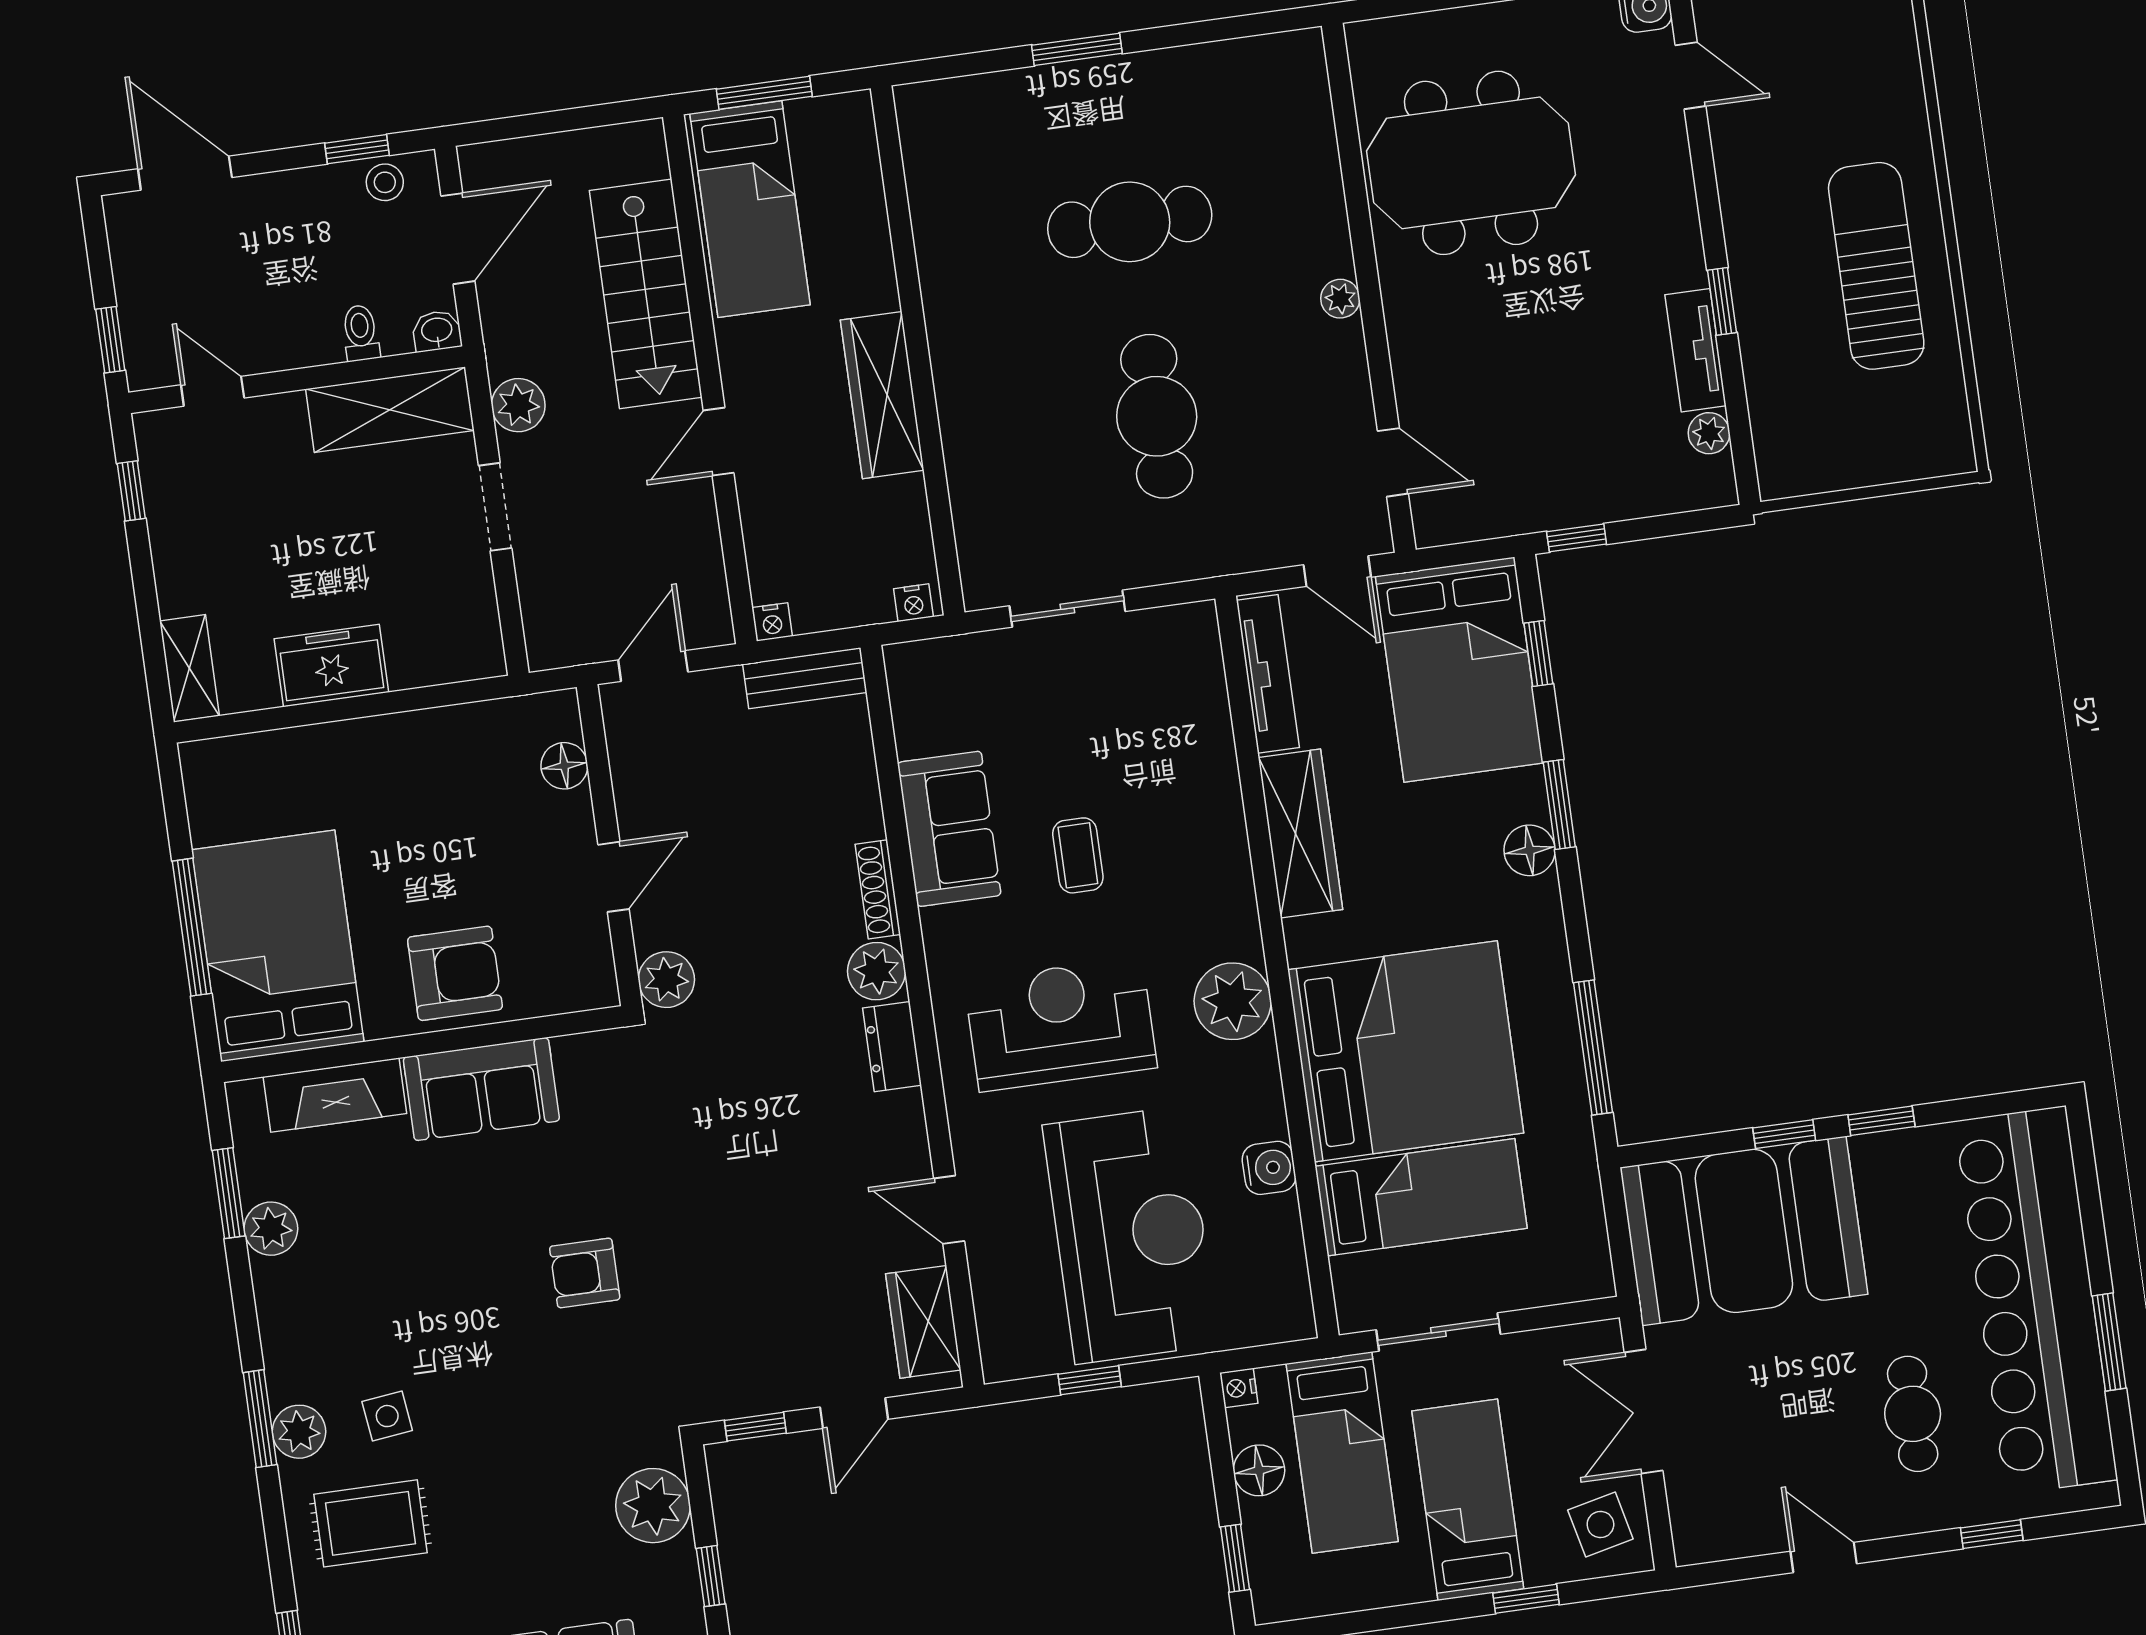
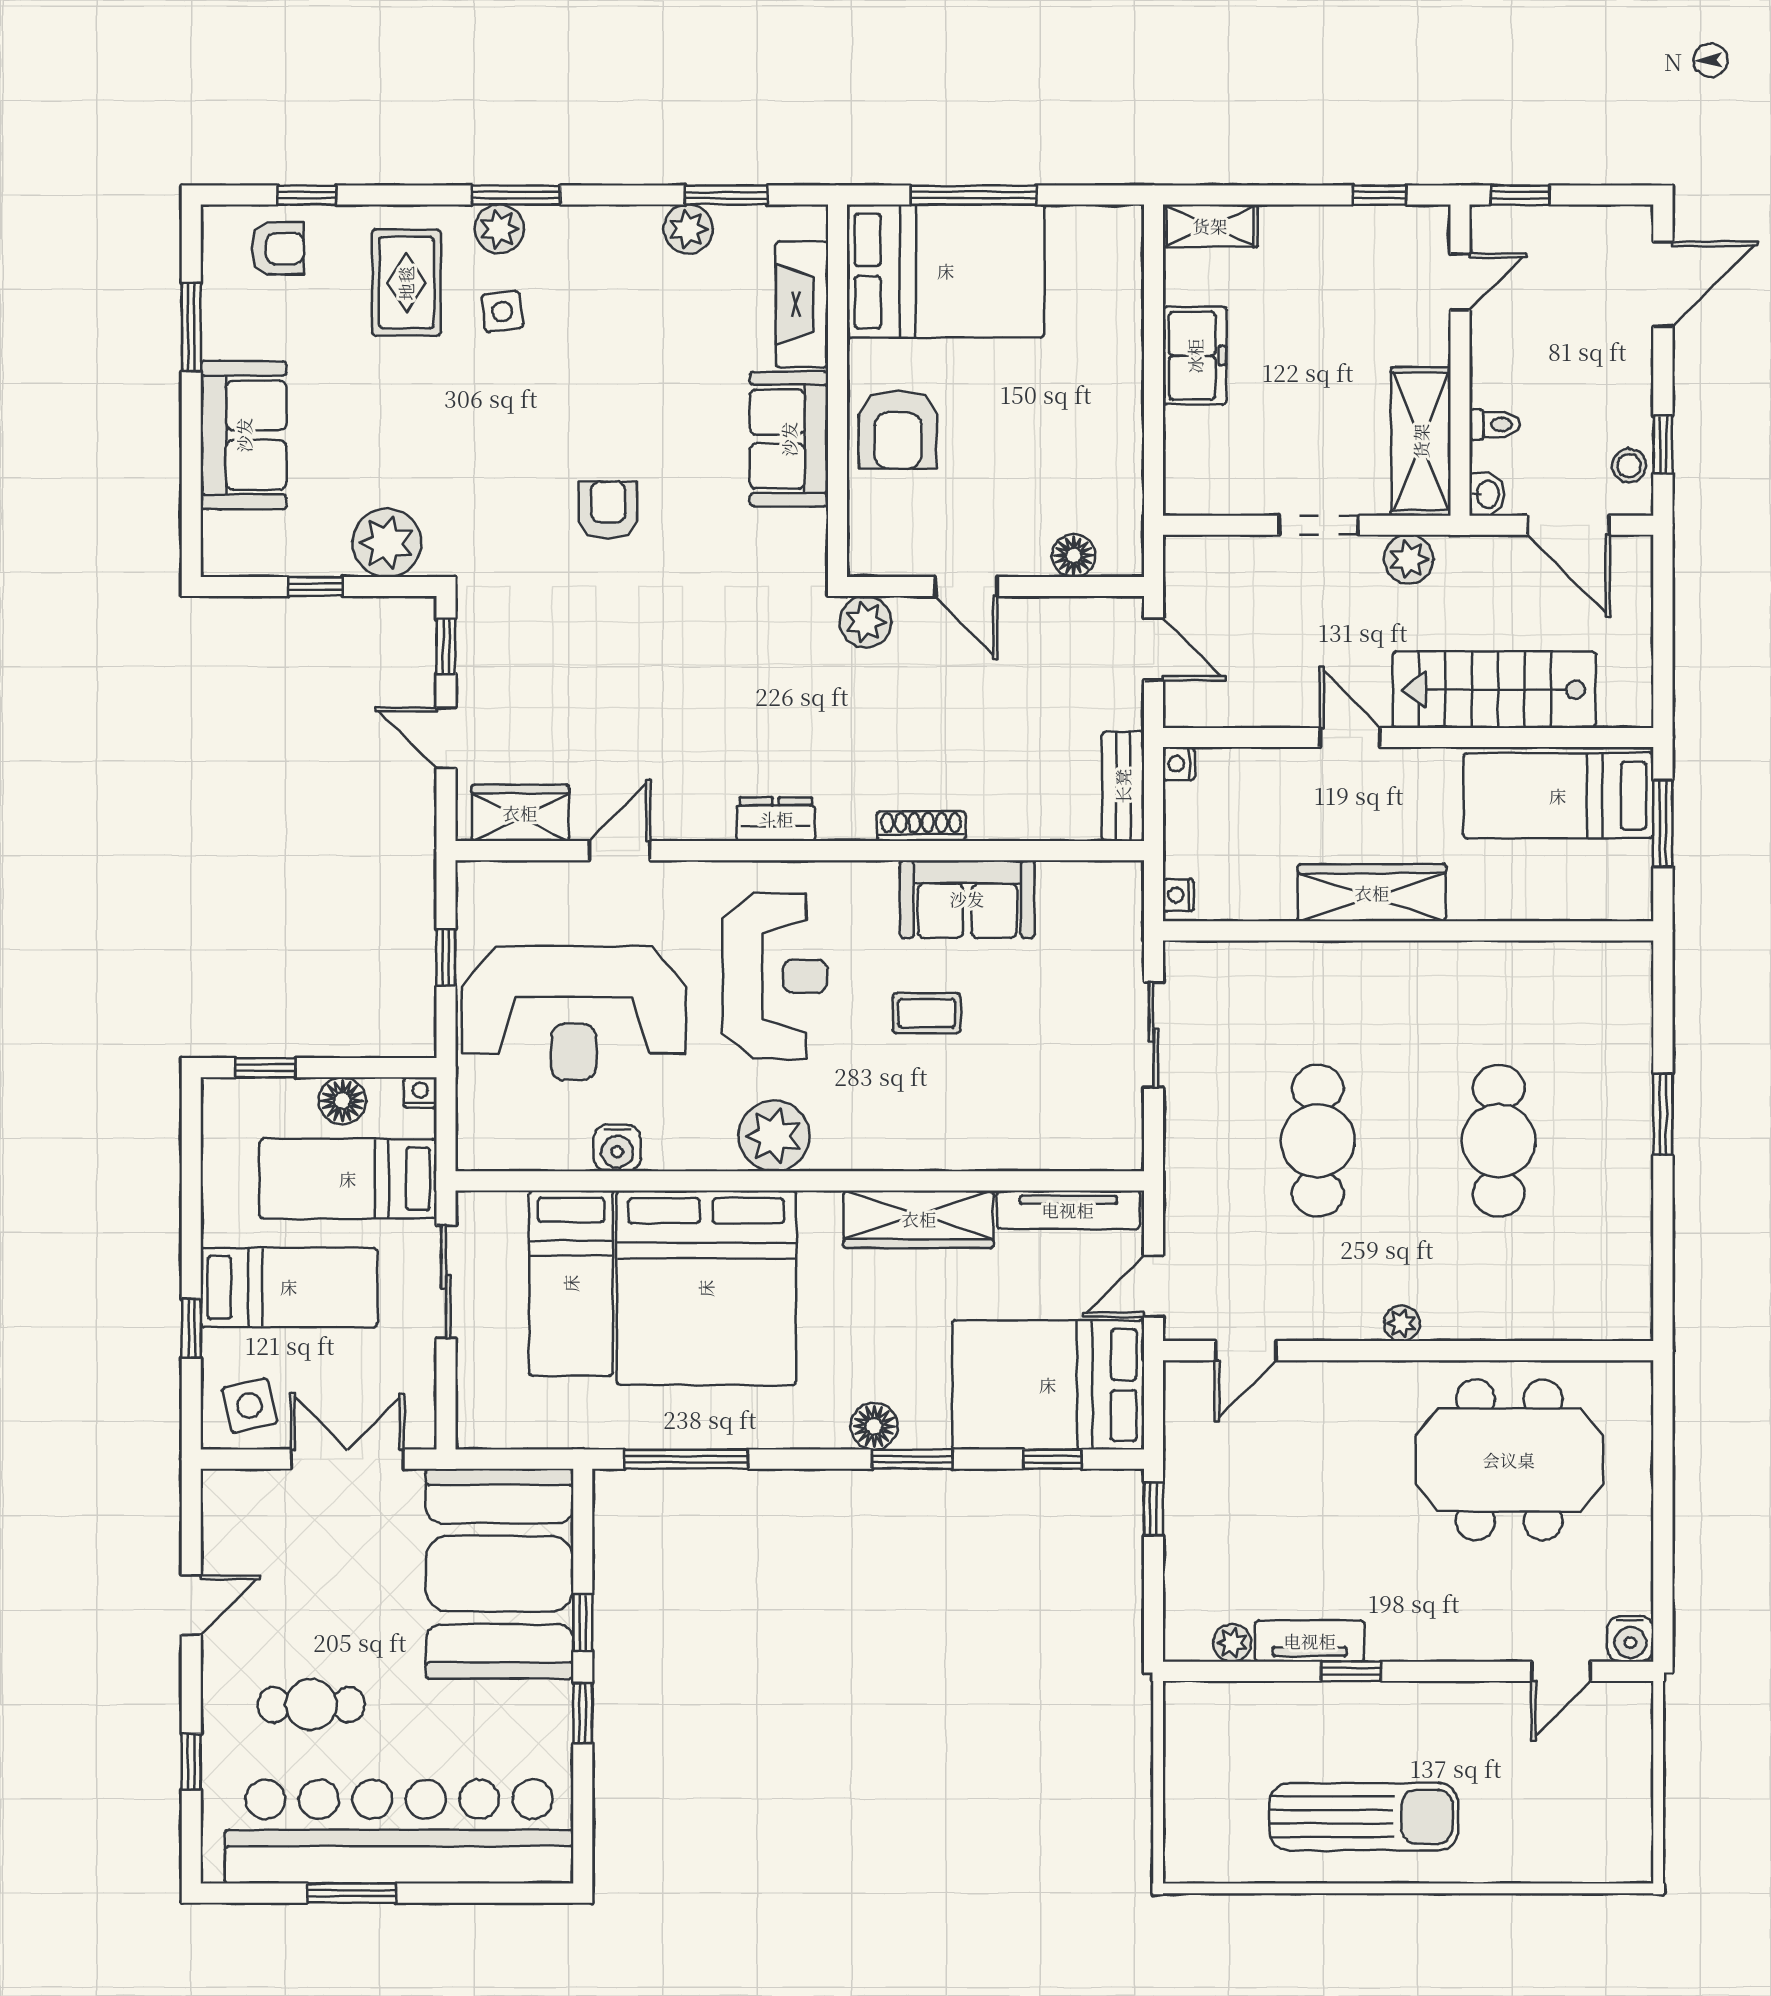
meeting table: (1471, 163) -> (1509, 1460), turned 90
cafe table: (1157, 416) -> (1318, 1141), turned 90
plant: (877, 971) -> (847, 815), removed

